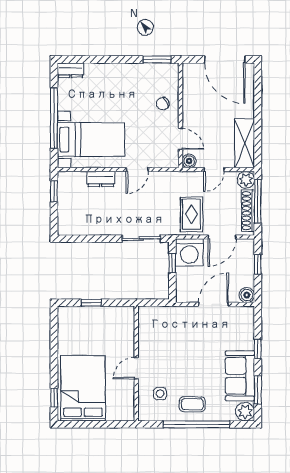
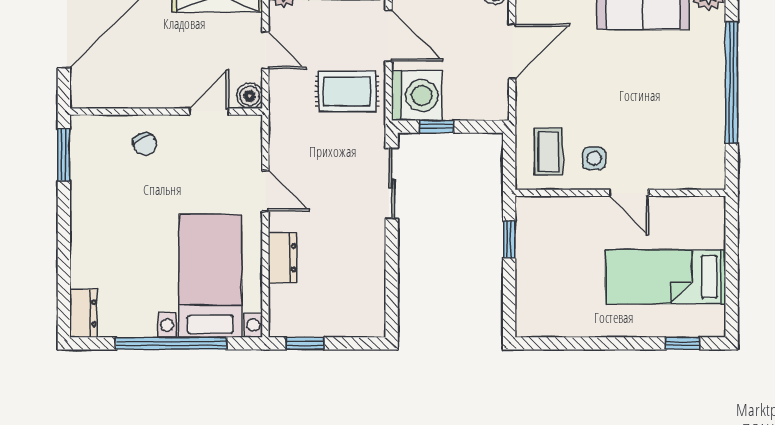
window: (91, 303) -> (509, 239), moved
door: (214, 304) -> (512, 51), swing flipped
bed: (83, 388) -> (666, 277), width x0.67
side table: (160, 394) -> (594, 158), moved
coffee table: (192, 404) -> (549, 152), moved

